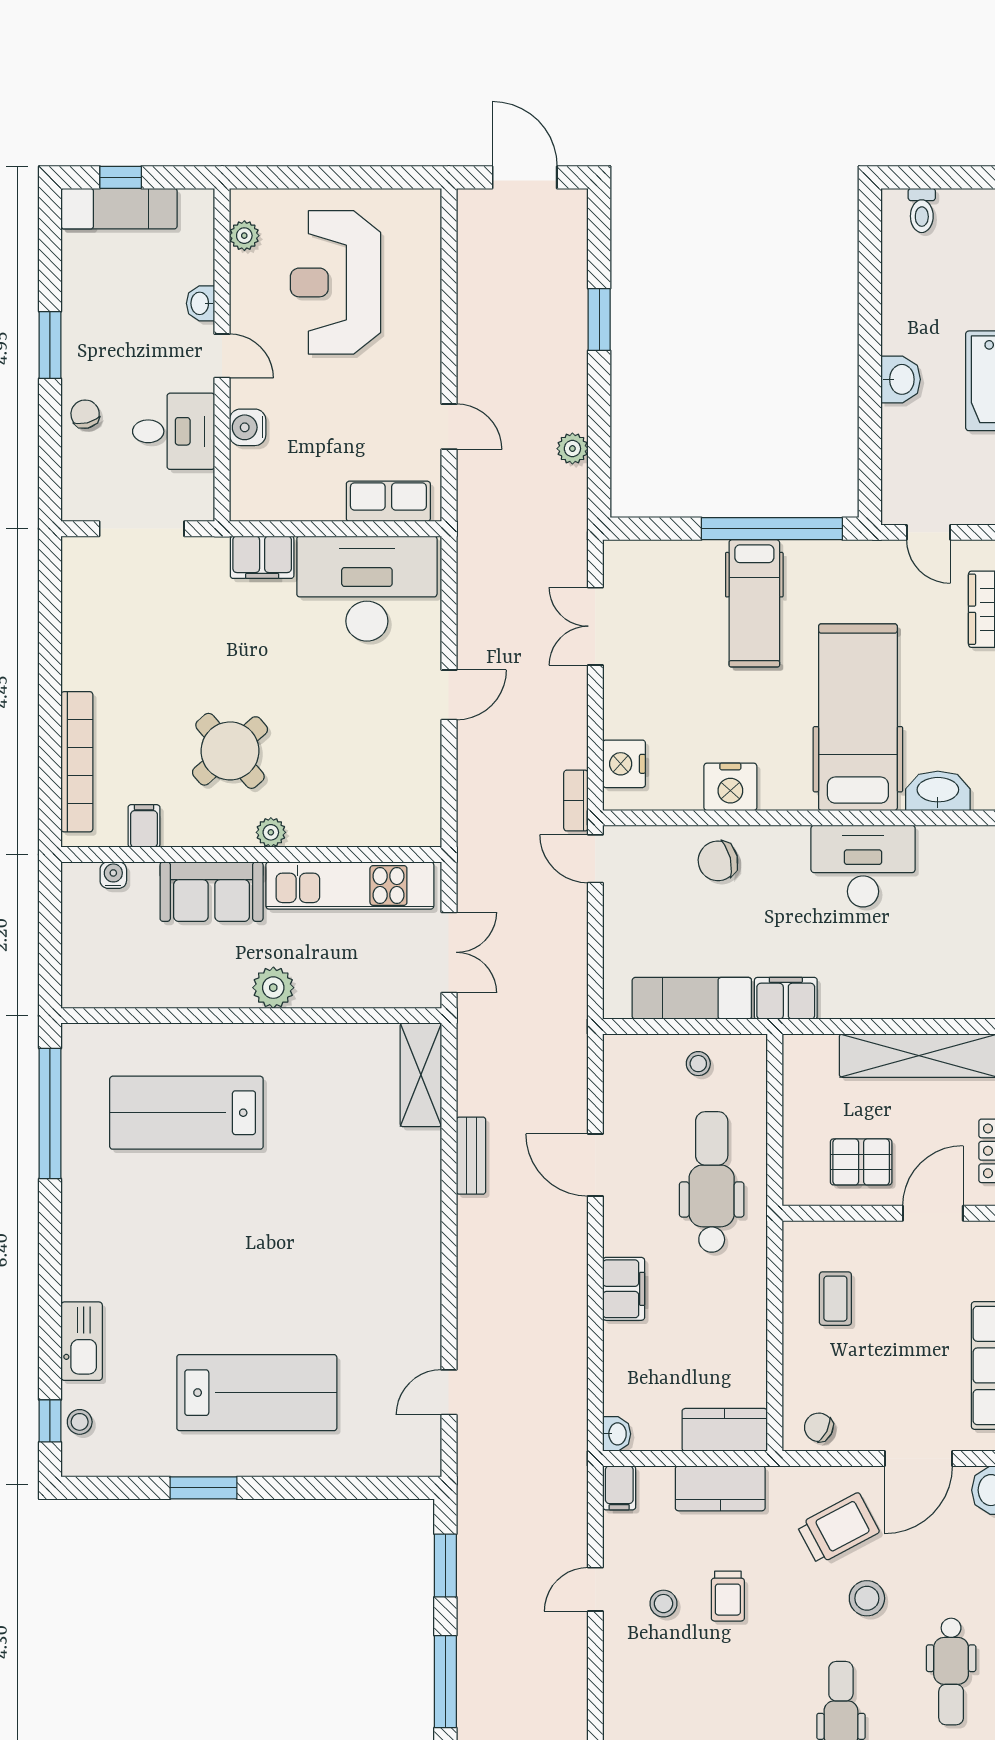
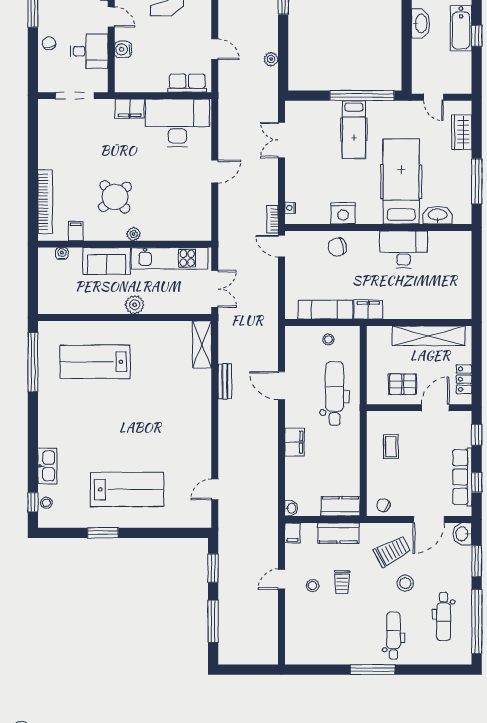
washbasin: (901, 379) -> (421, 23), width x1.38
nightstand: (624, 764) -> (290, 208), width x0.53, depth x0.56

